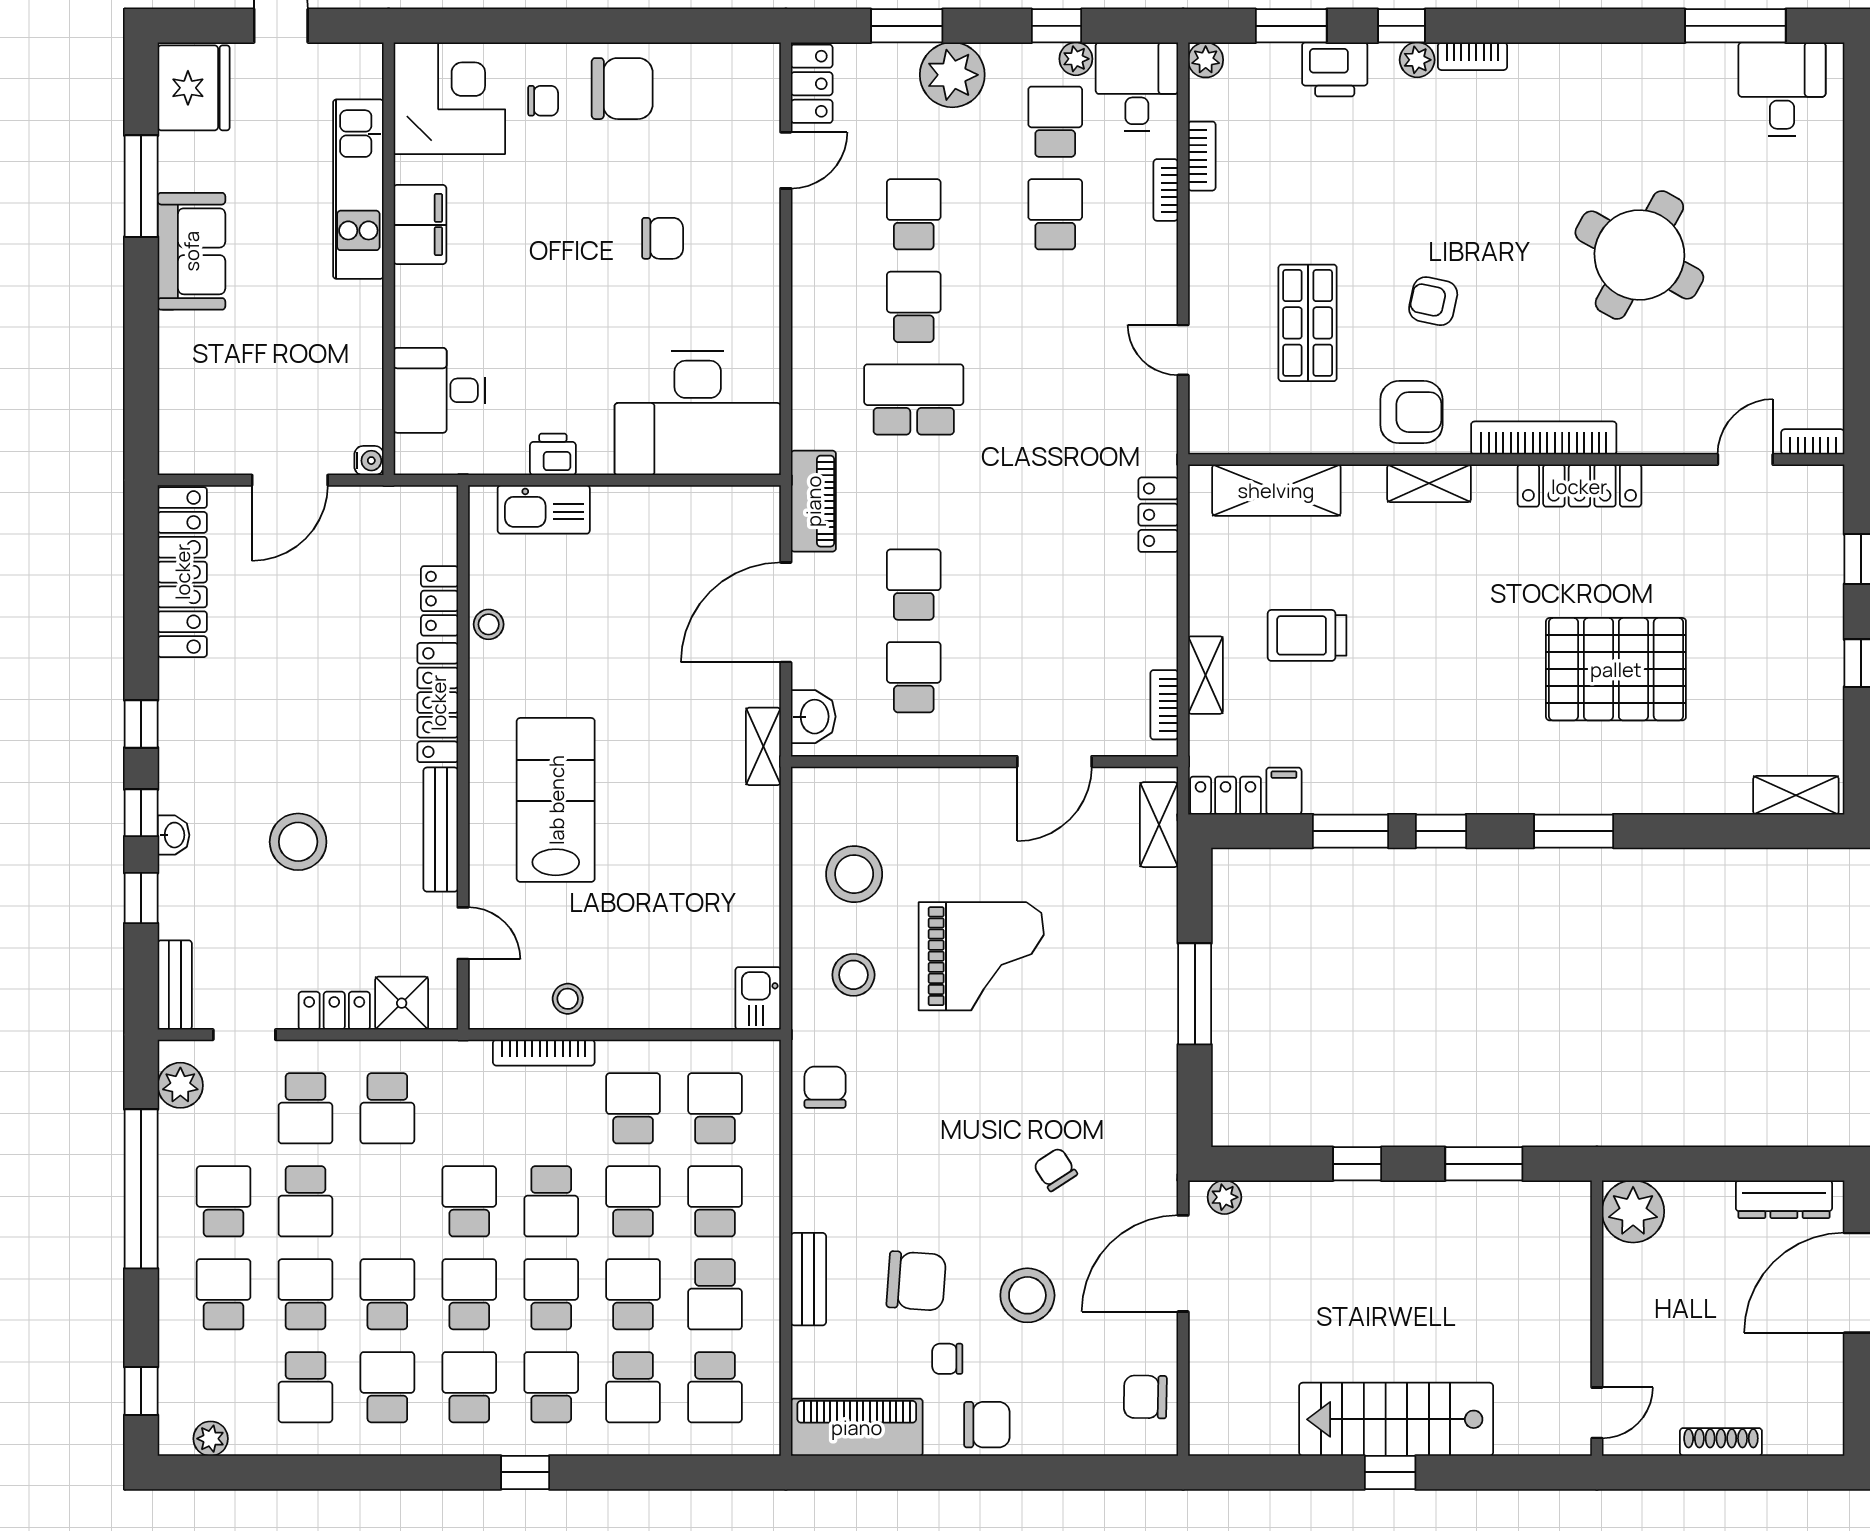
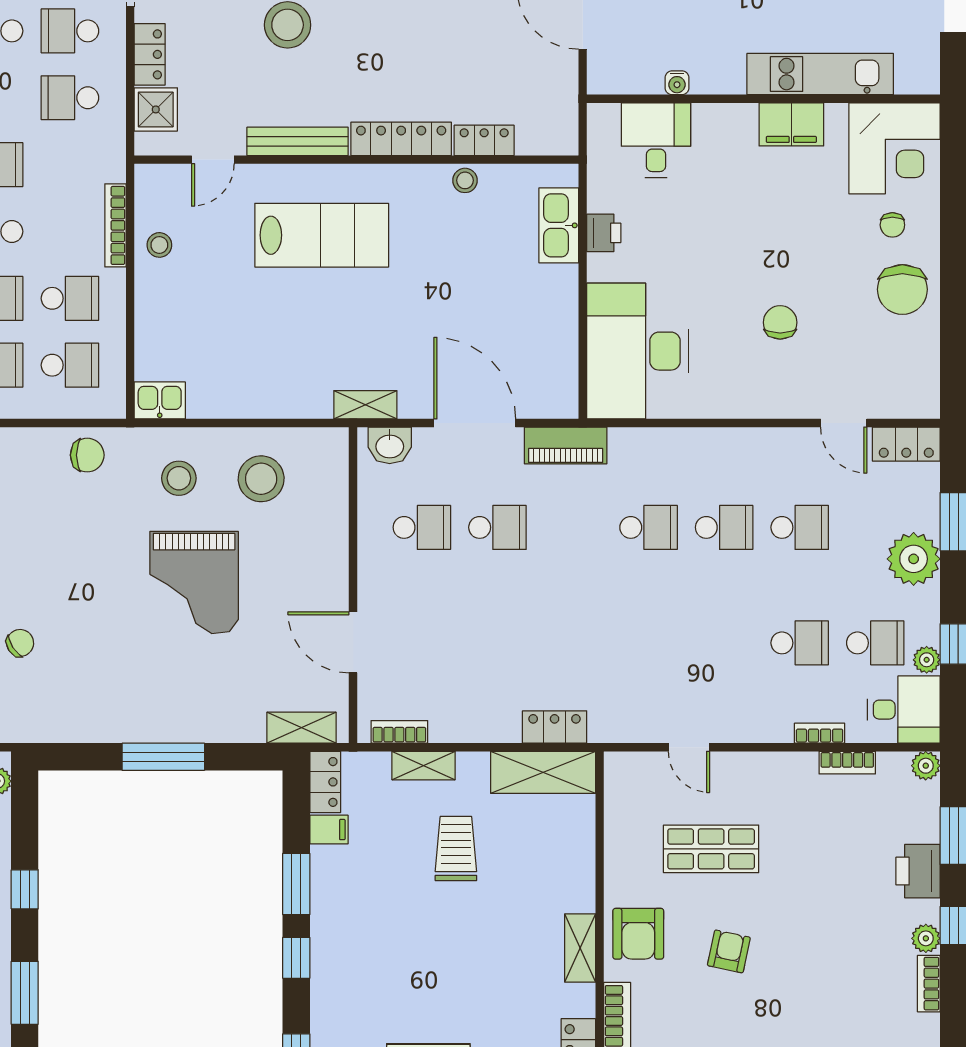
chair: (663, 238) -> (780, 322), turned 180
door: (1183, 350) -> (689, 747), swing flipped
school desk: (914, 399) -> (649, 527), width x0.54
water cooler: (369, 461) -> (677, 83), moved
shelving: (1276, 490) -> (543, 772), moved, turned 90

